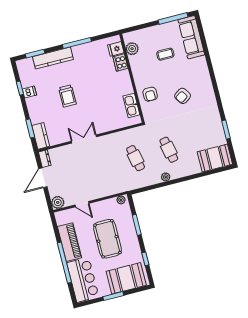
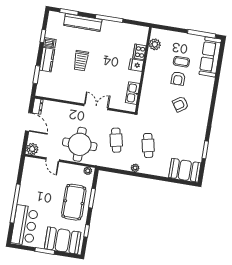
fridge: (116, 49) -> (136, 65), moved
armchair: (150, 94) -> (178, 78), moved
kitchen counter: (41, 136) -> (47, 60), moved
double door: (84, 139) -> (96, 107), moved
door: (43, 178) -> (29, 122), swing flipped
round table: (102, 178) -> (80, 144), added
pool table: (107, 239) -> (74, 202), moved
piano: (70, 242) -> (27, 188), removed

